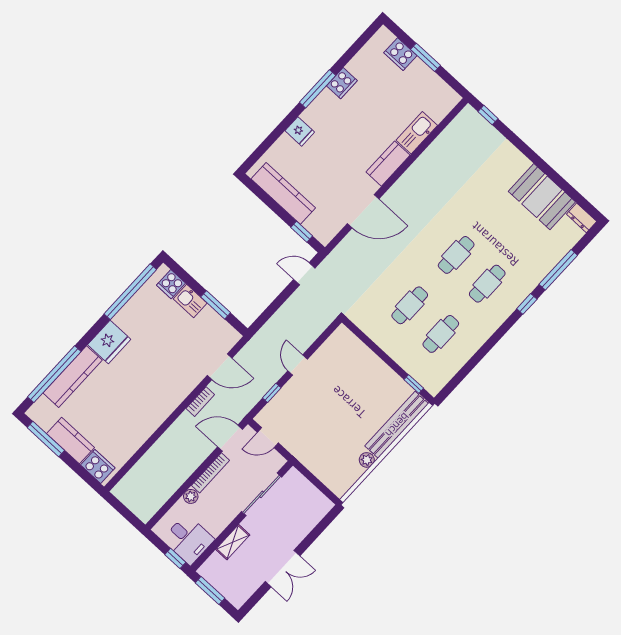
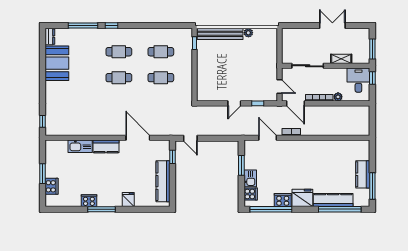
cooker: (98, 466) -> (283, 200), moved, turned 90

